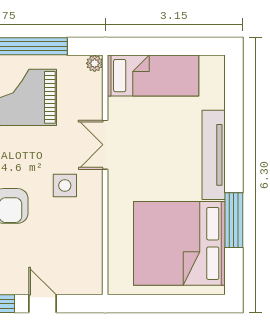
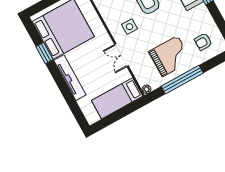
double door: (105, 145) -> (121, 55), swing flipped
window: (234, 220) -> (44, 53), width x0.69

